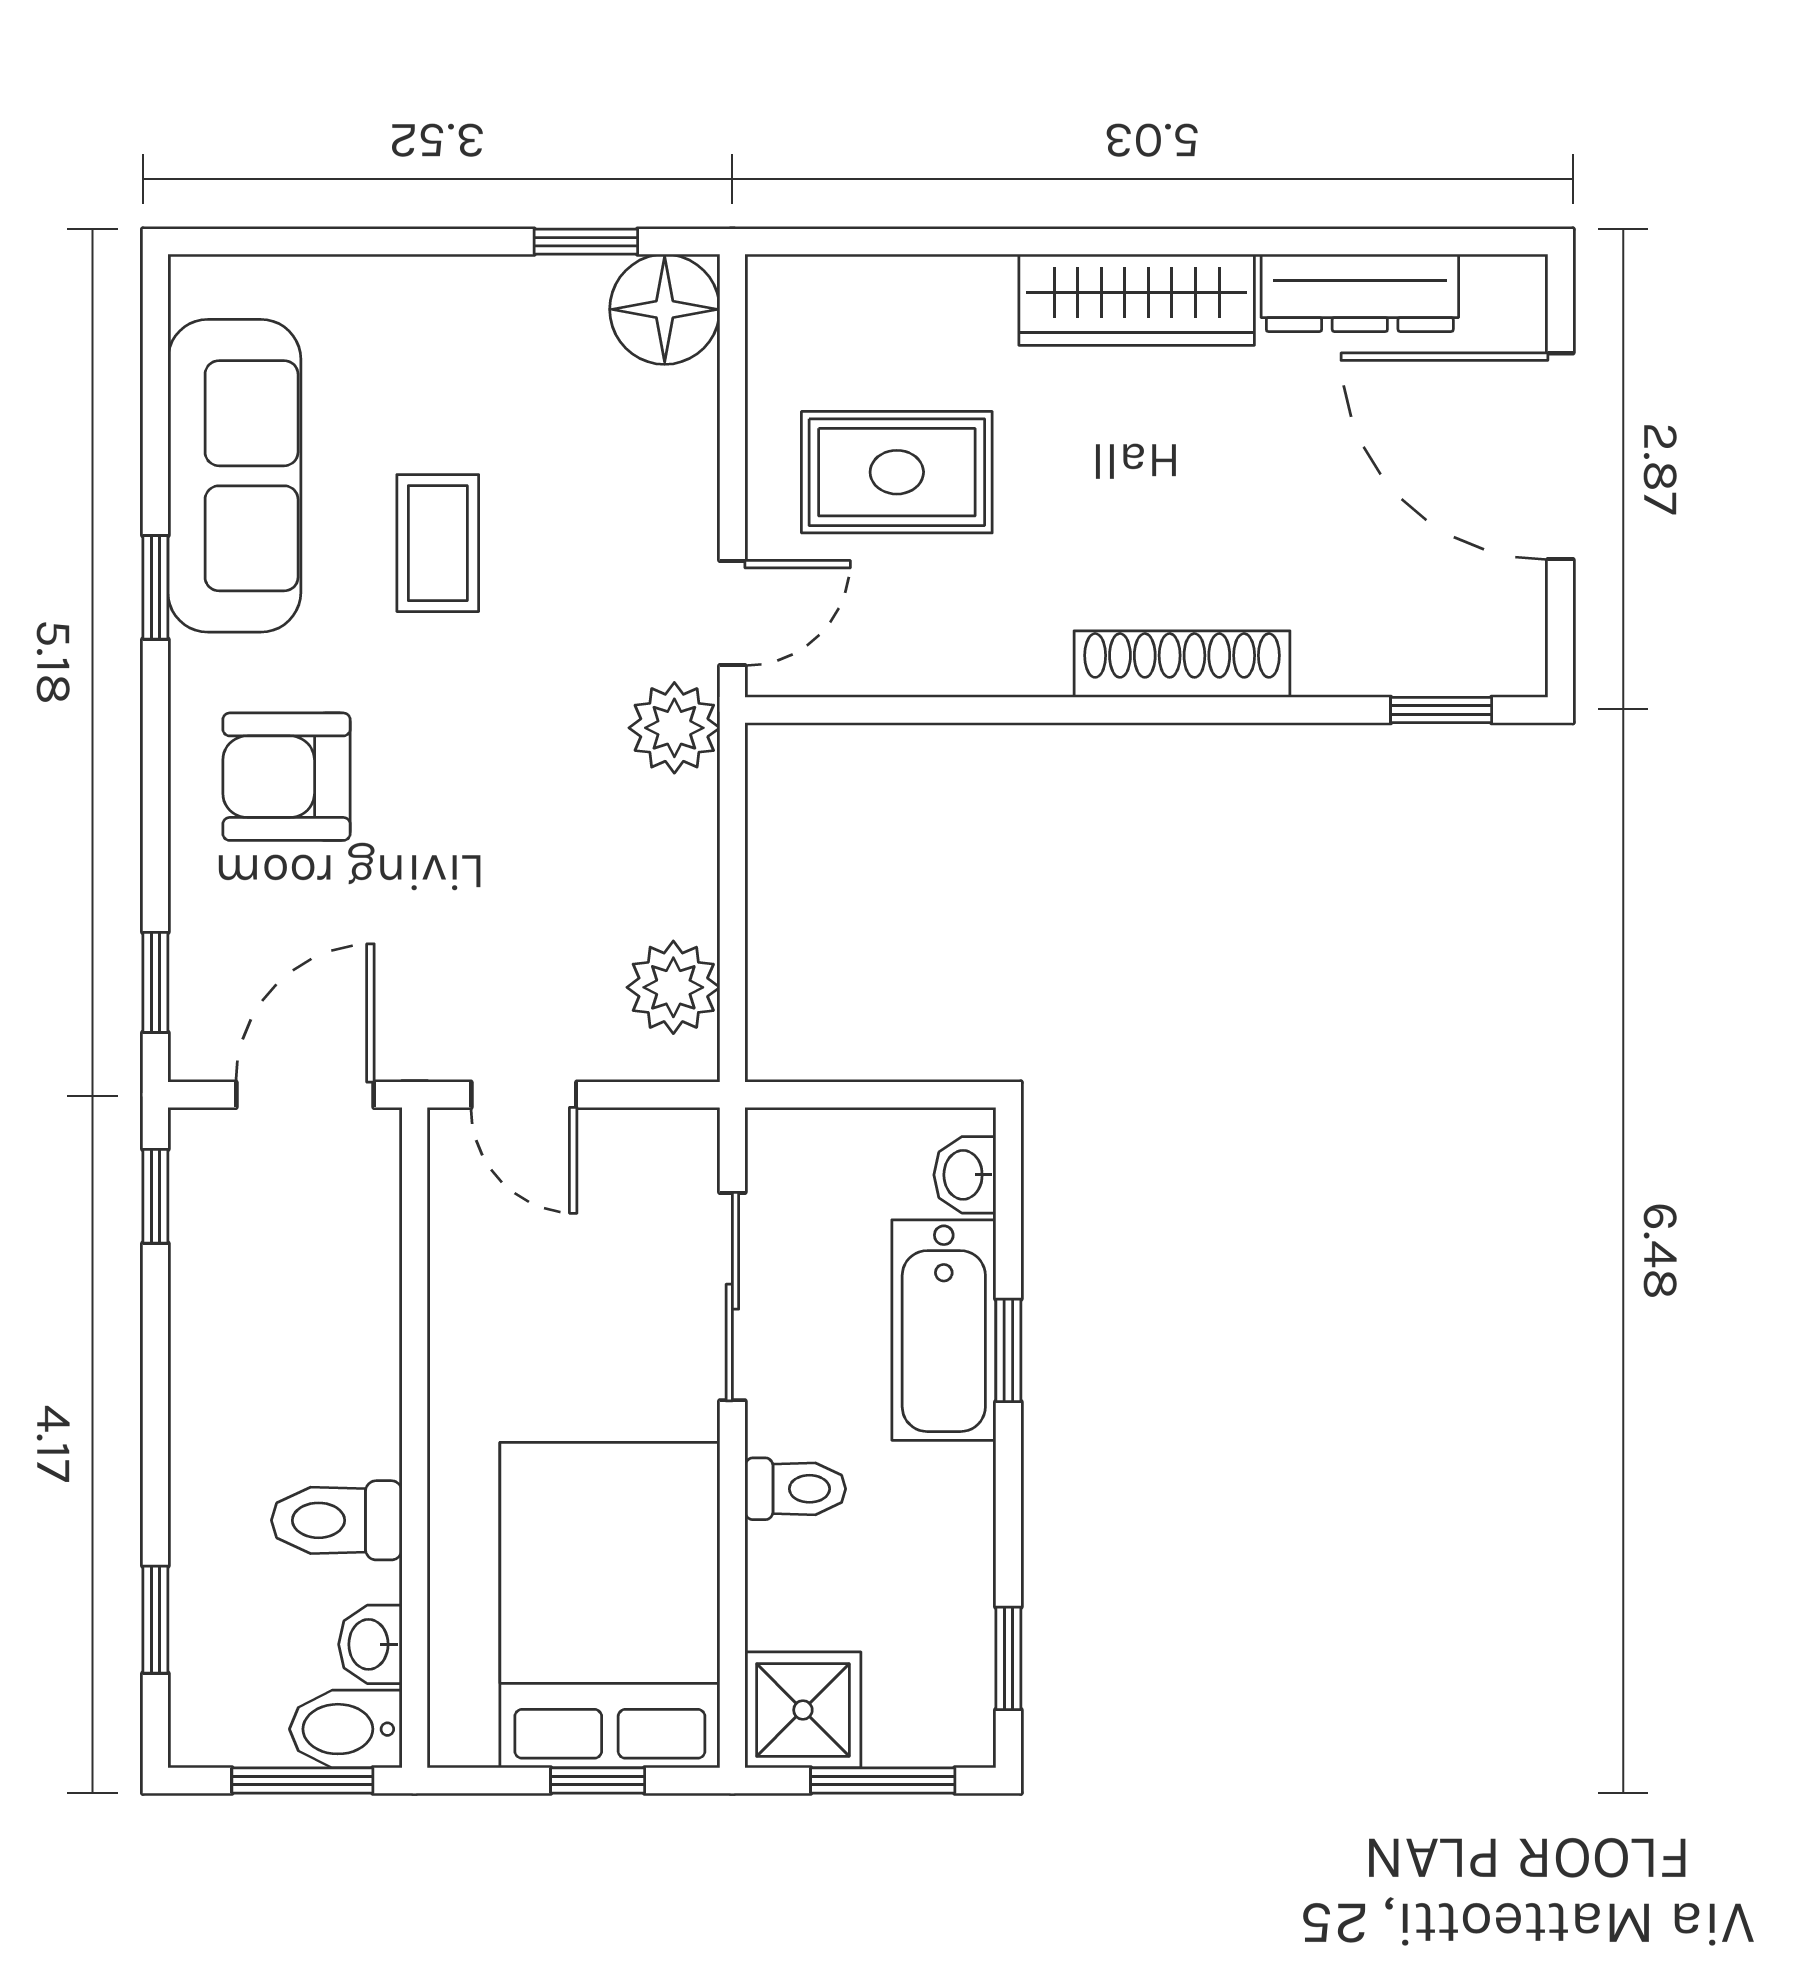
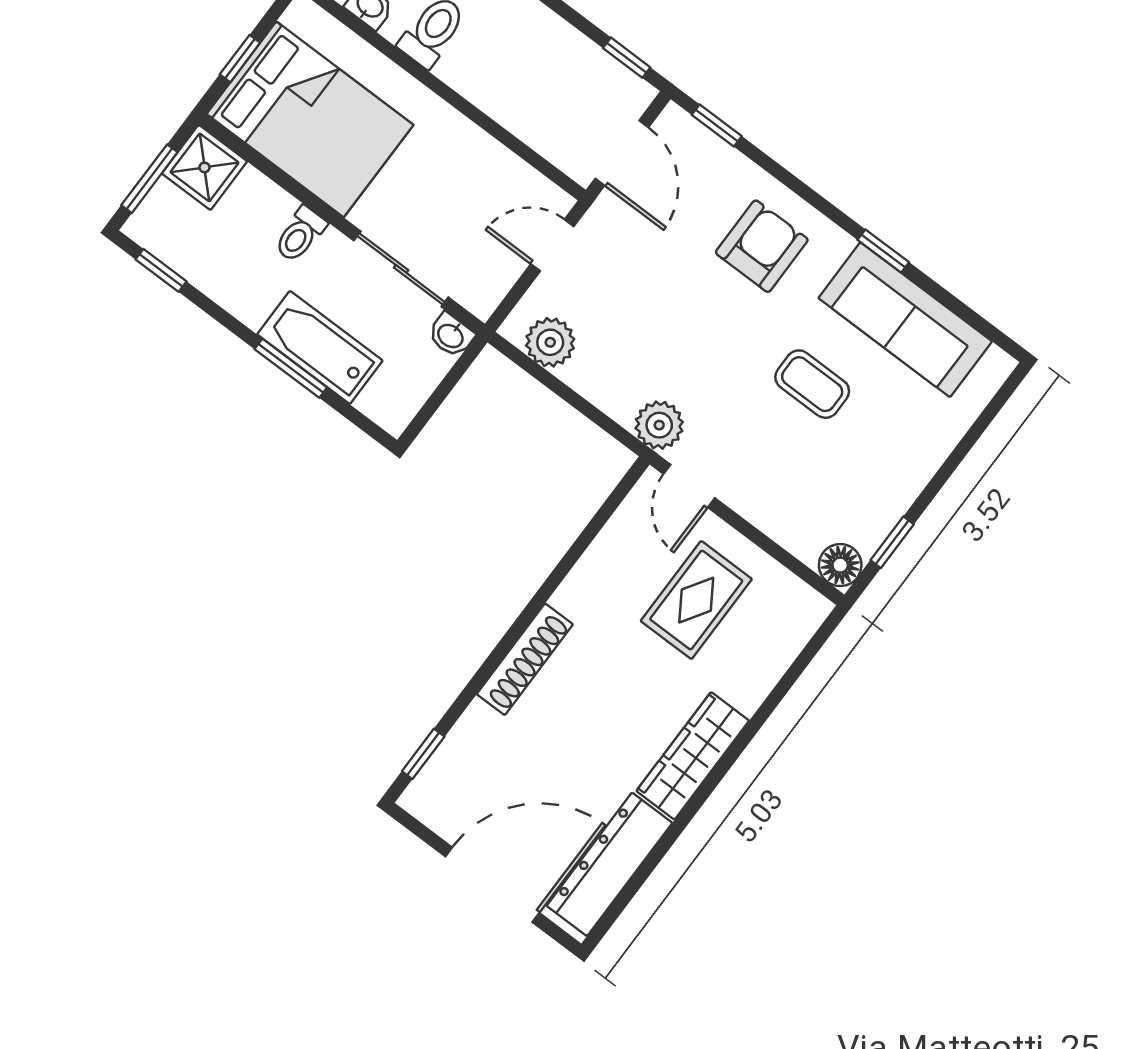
dresser: (1360, 293) -> (609, 864), width x1.37, depth x1.24
floor lamp: (665, 309) -> (840, 565), width x0.73, depth x0.73
washbasin: (965, 1175) -> (451, 335), moved, turned 180
window: (1008, 1350) -> (291, 368), width x1.50

